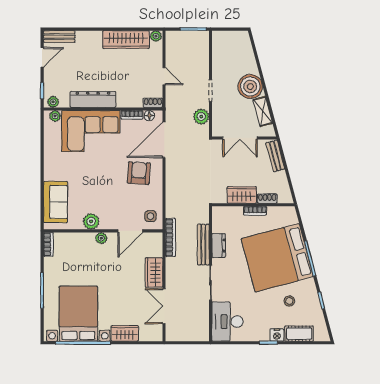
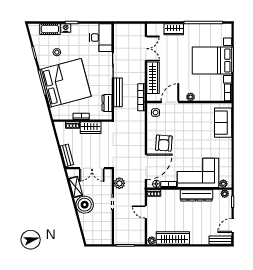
double door: (240, 138) -> (92, 168), swing flipped
plant: (91, 221) -> (198, 109), removed
dresser: (219, 246) -> (107, 103), moved
wardrobe: (154, 273) -> (153, 78), width x1.50
bed with nightstands: (78, 314) -> (212, 60), moved, turned 90

